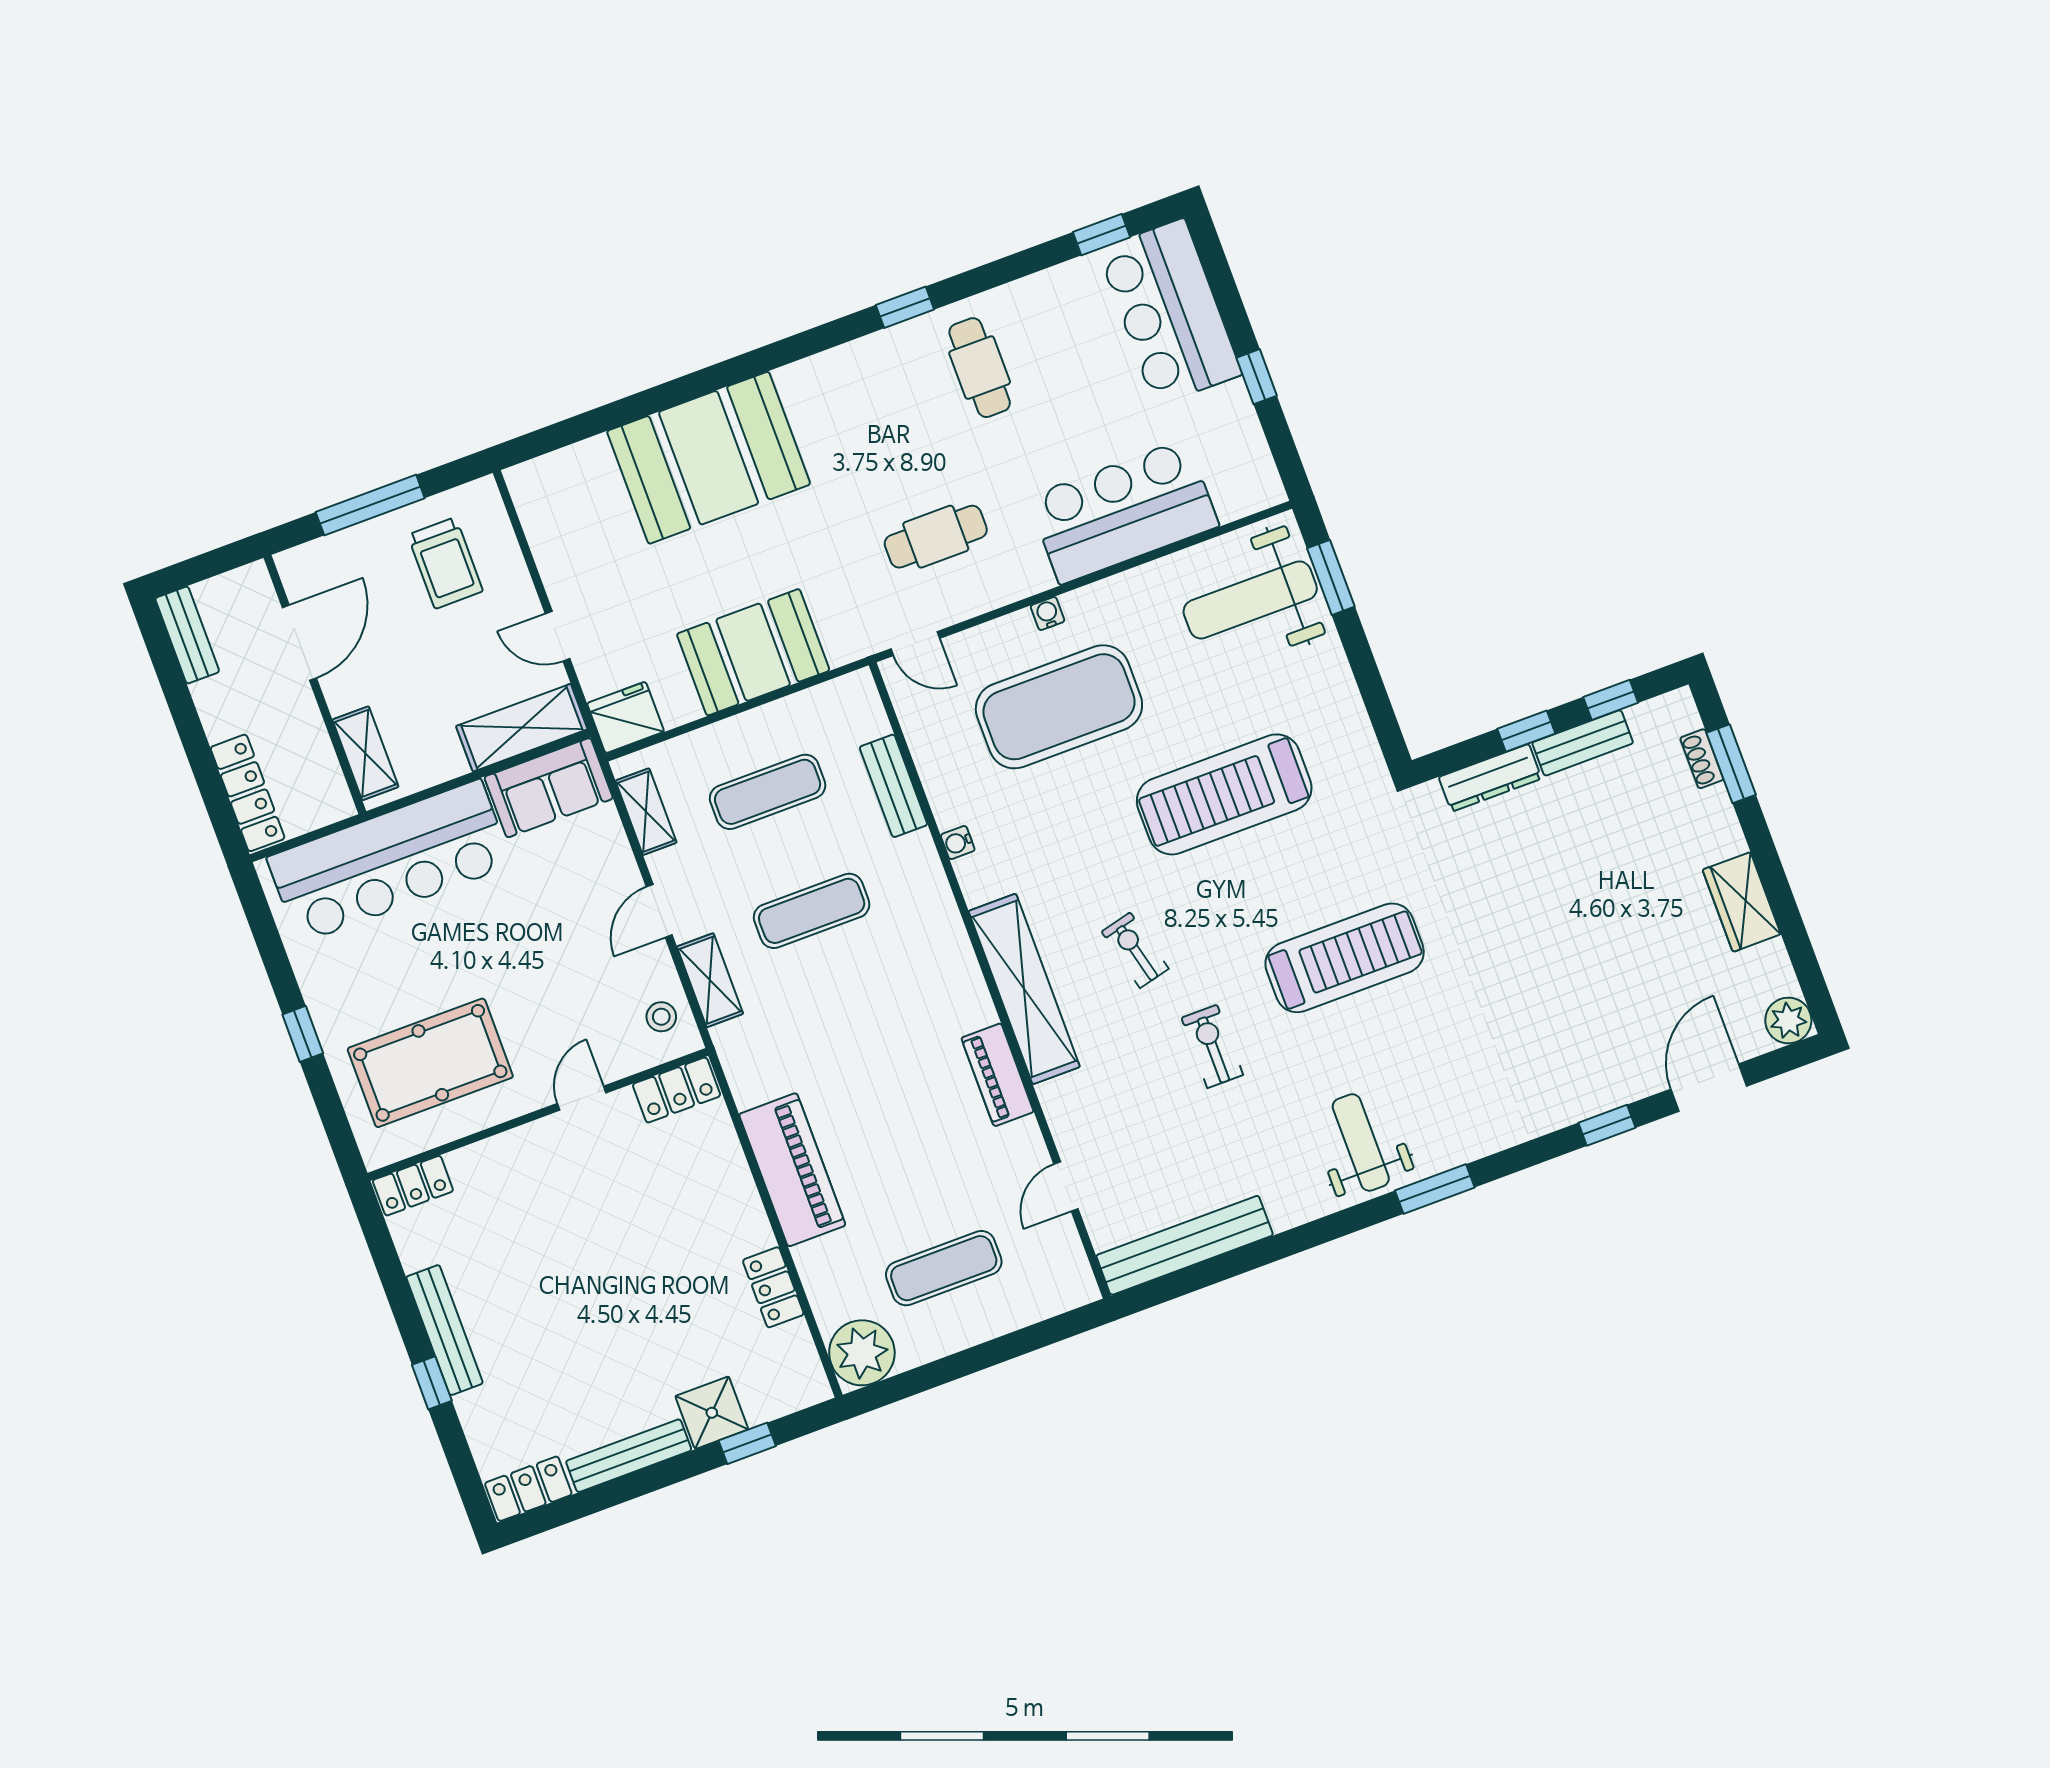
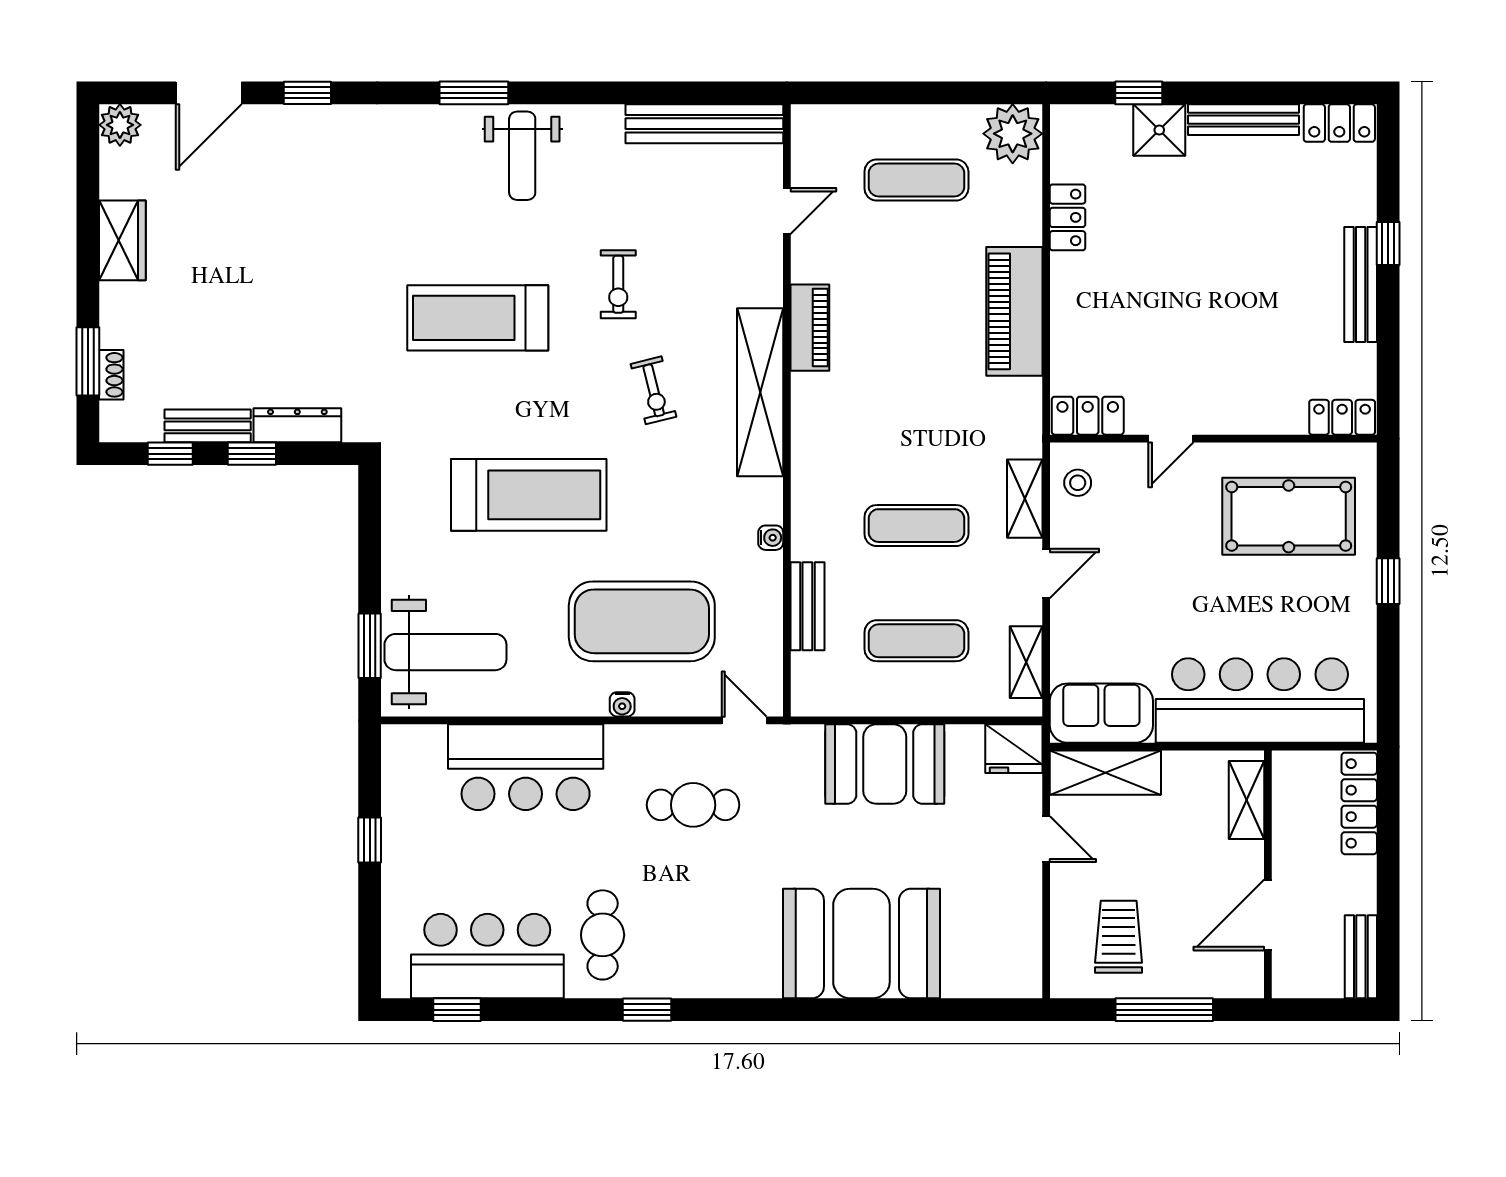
bar counter: (1170, 312) -> (487, 956), moved, turned -90

